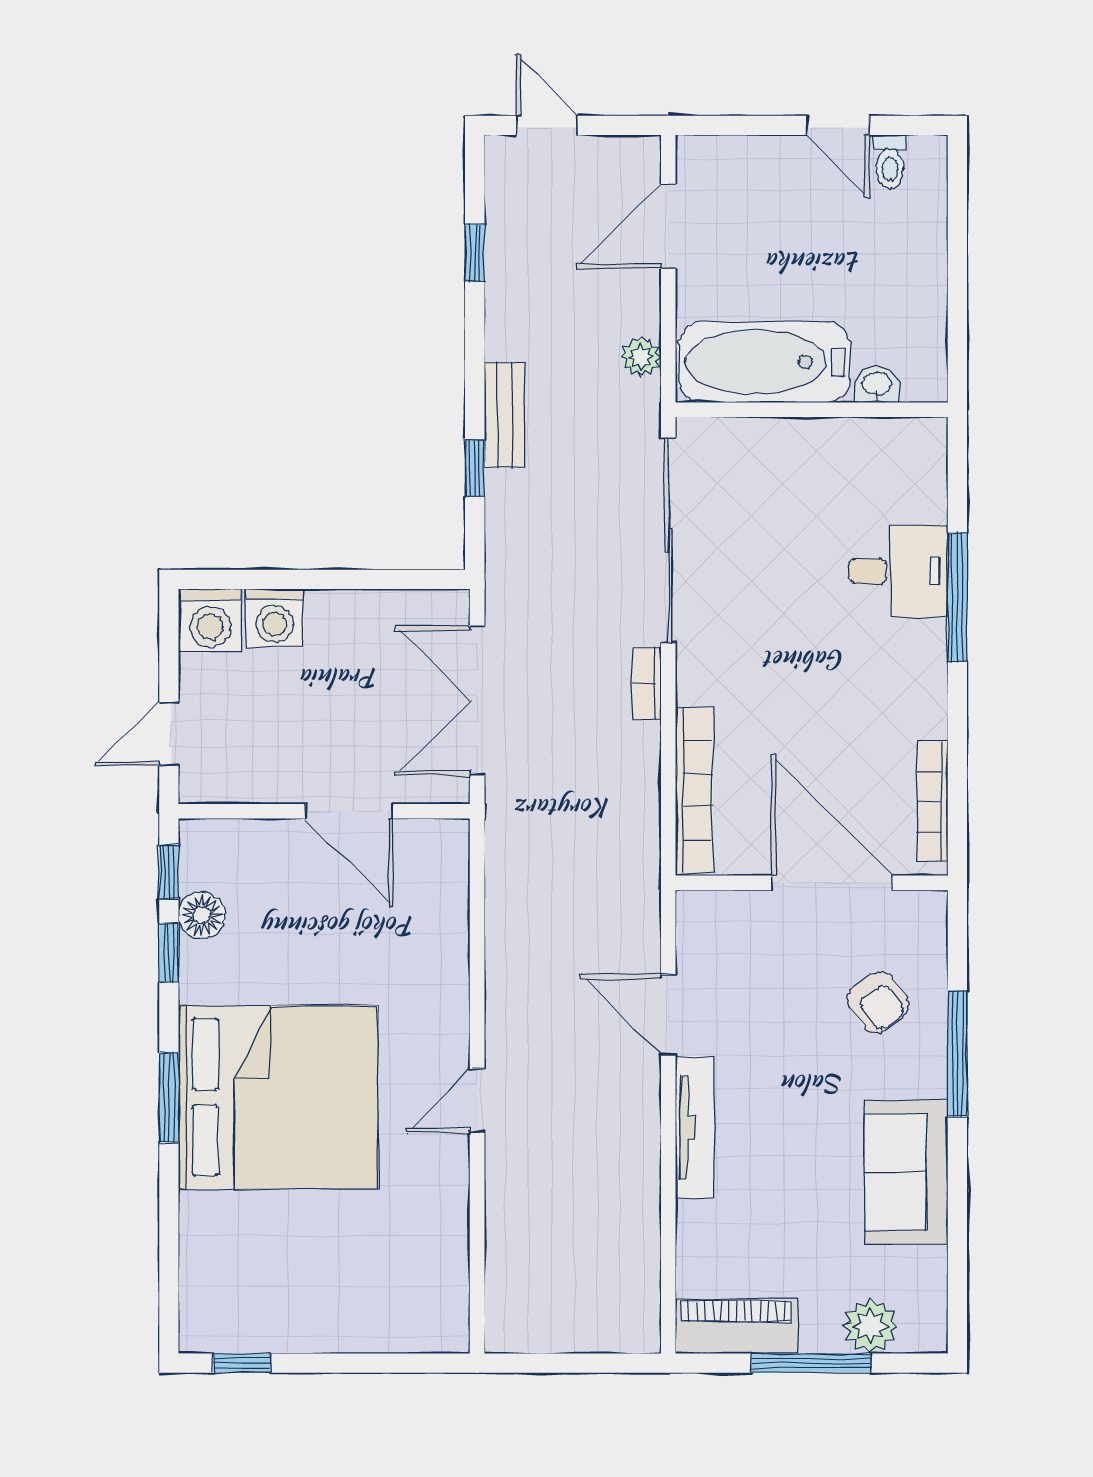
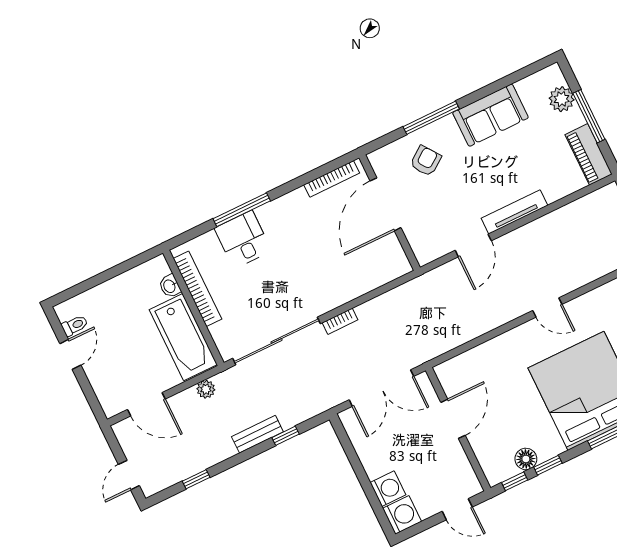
bookcase: (694, 790) -> (197, 289), moved, turned 90

